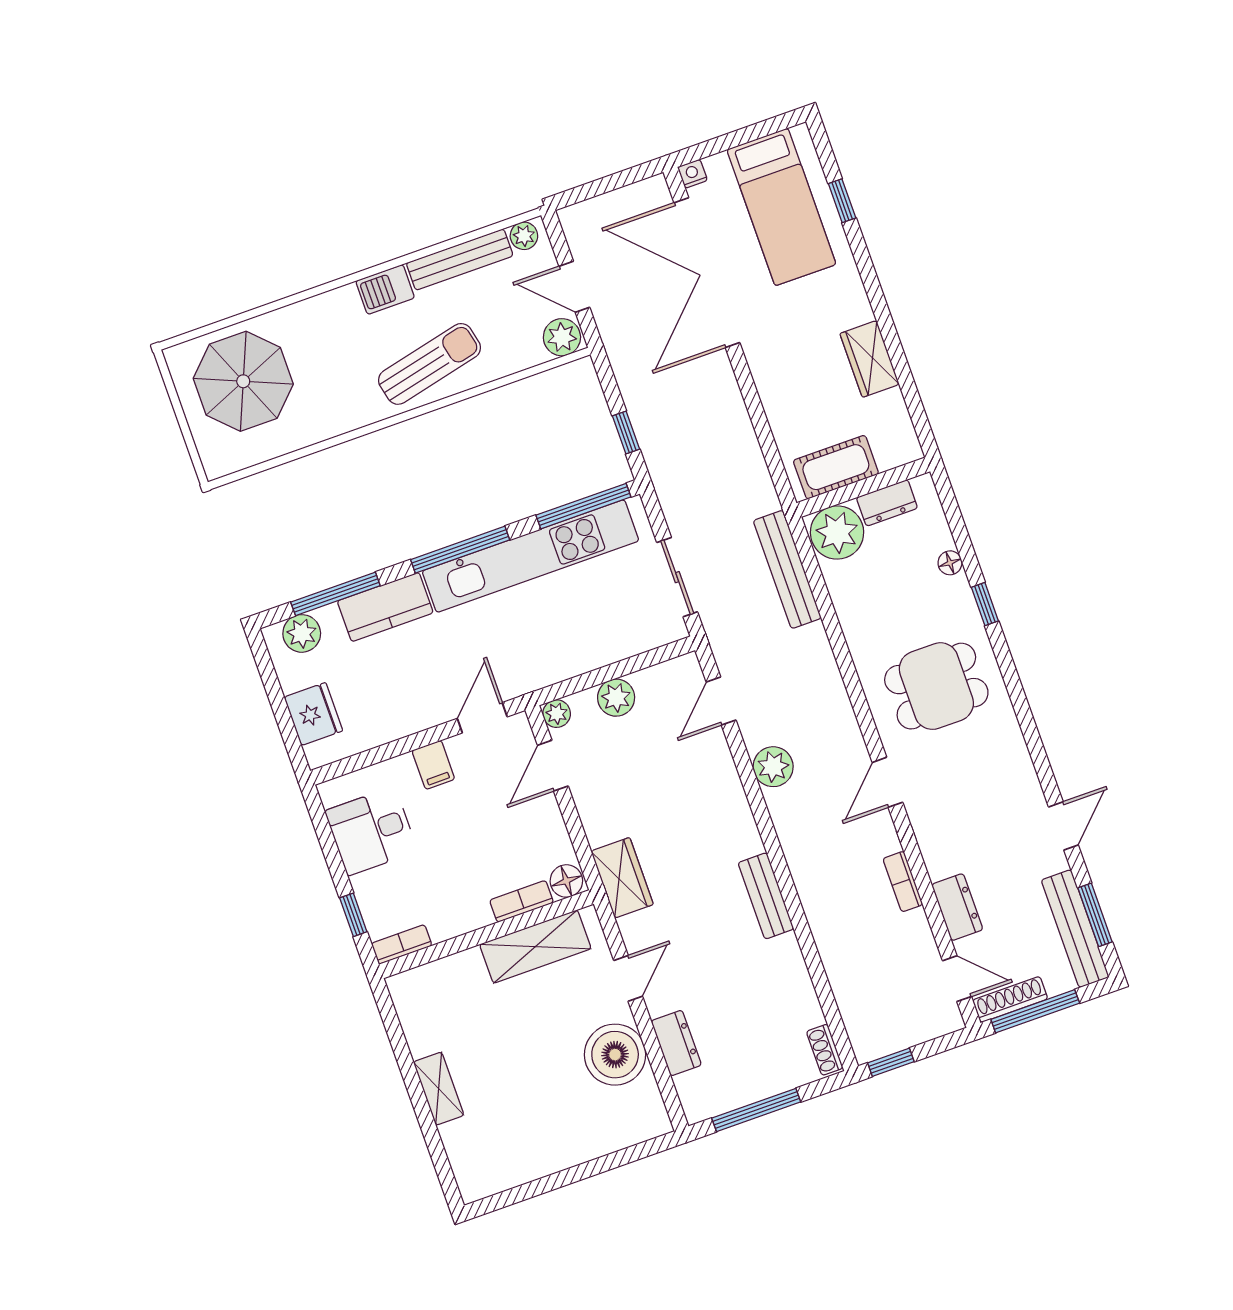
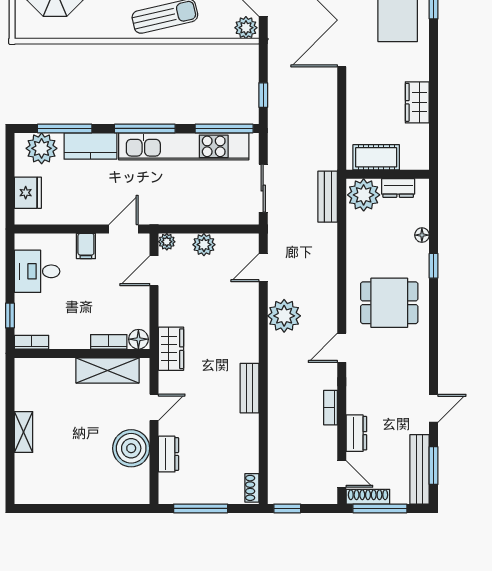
bench: (787, 569) -> (328, 197), width x0.73
plant: (302, 633) -> (42, 148), width x1.36, depth x1.36
plant: (773, 767) -> (284, 316), width x1.36, depth x1.36

